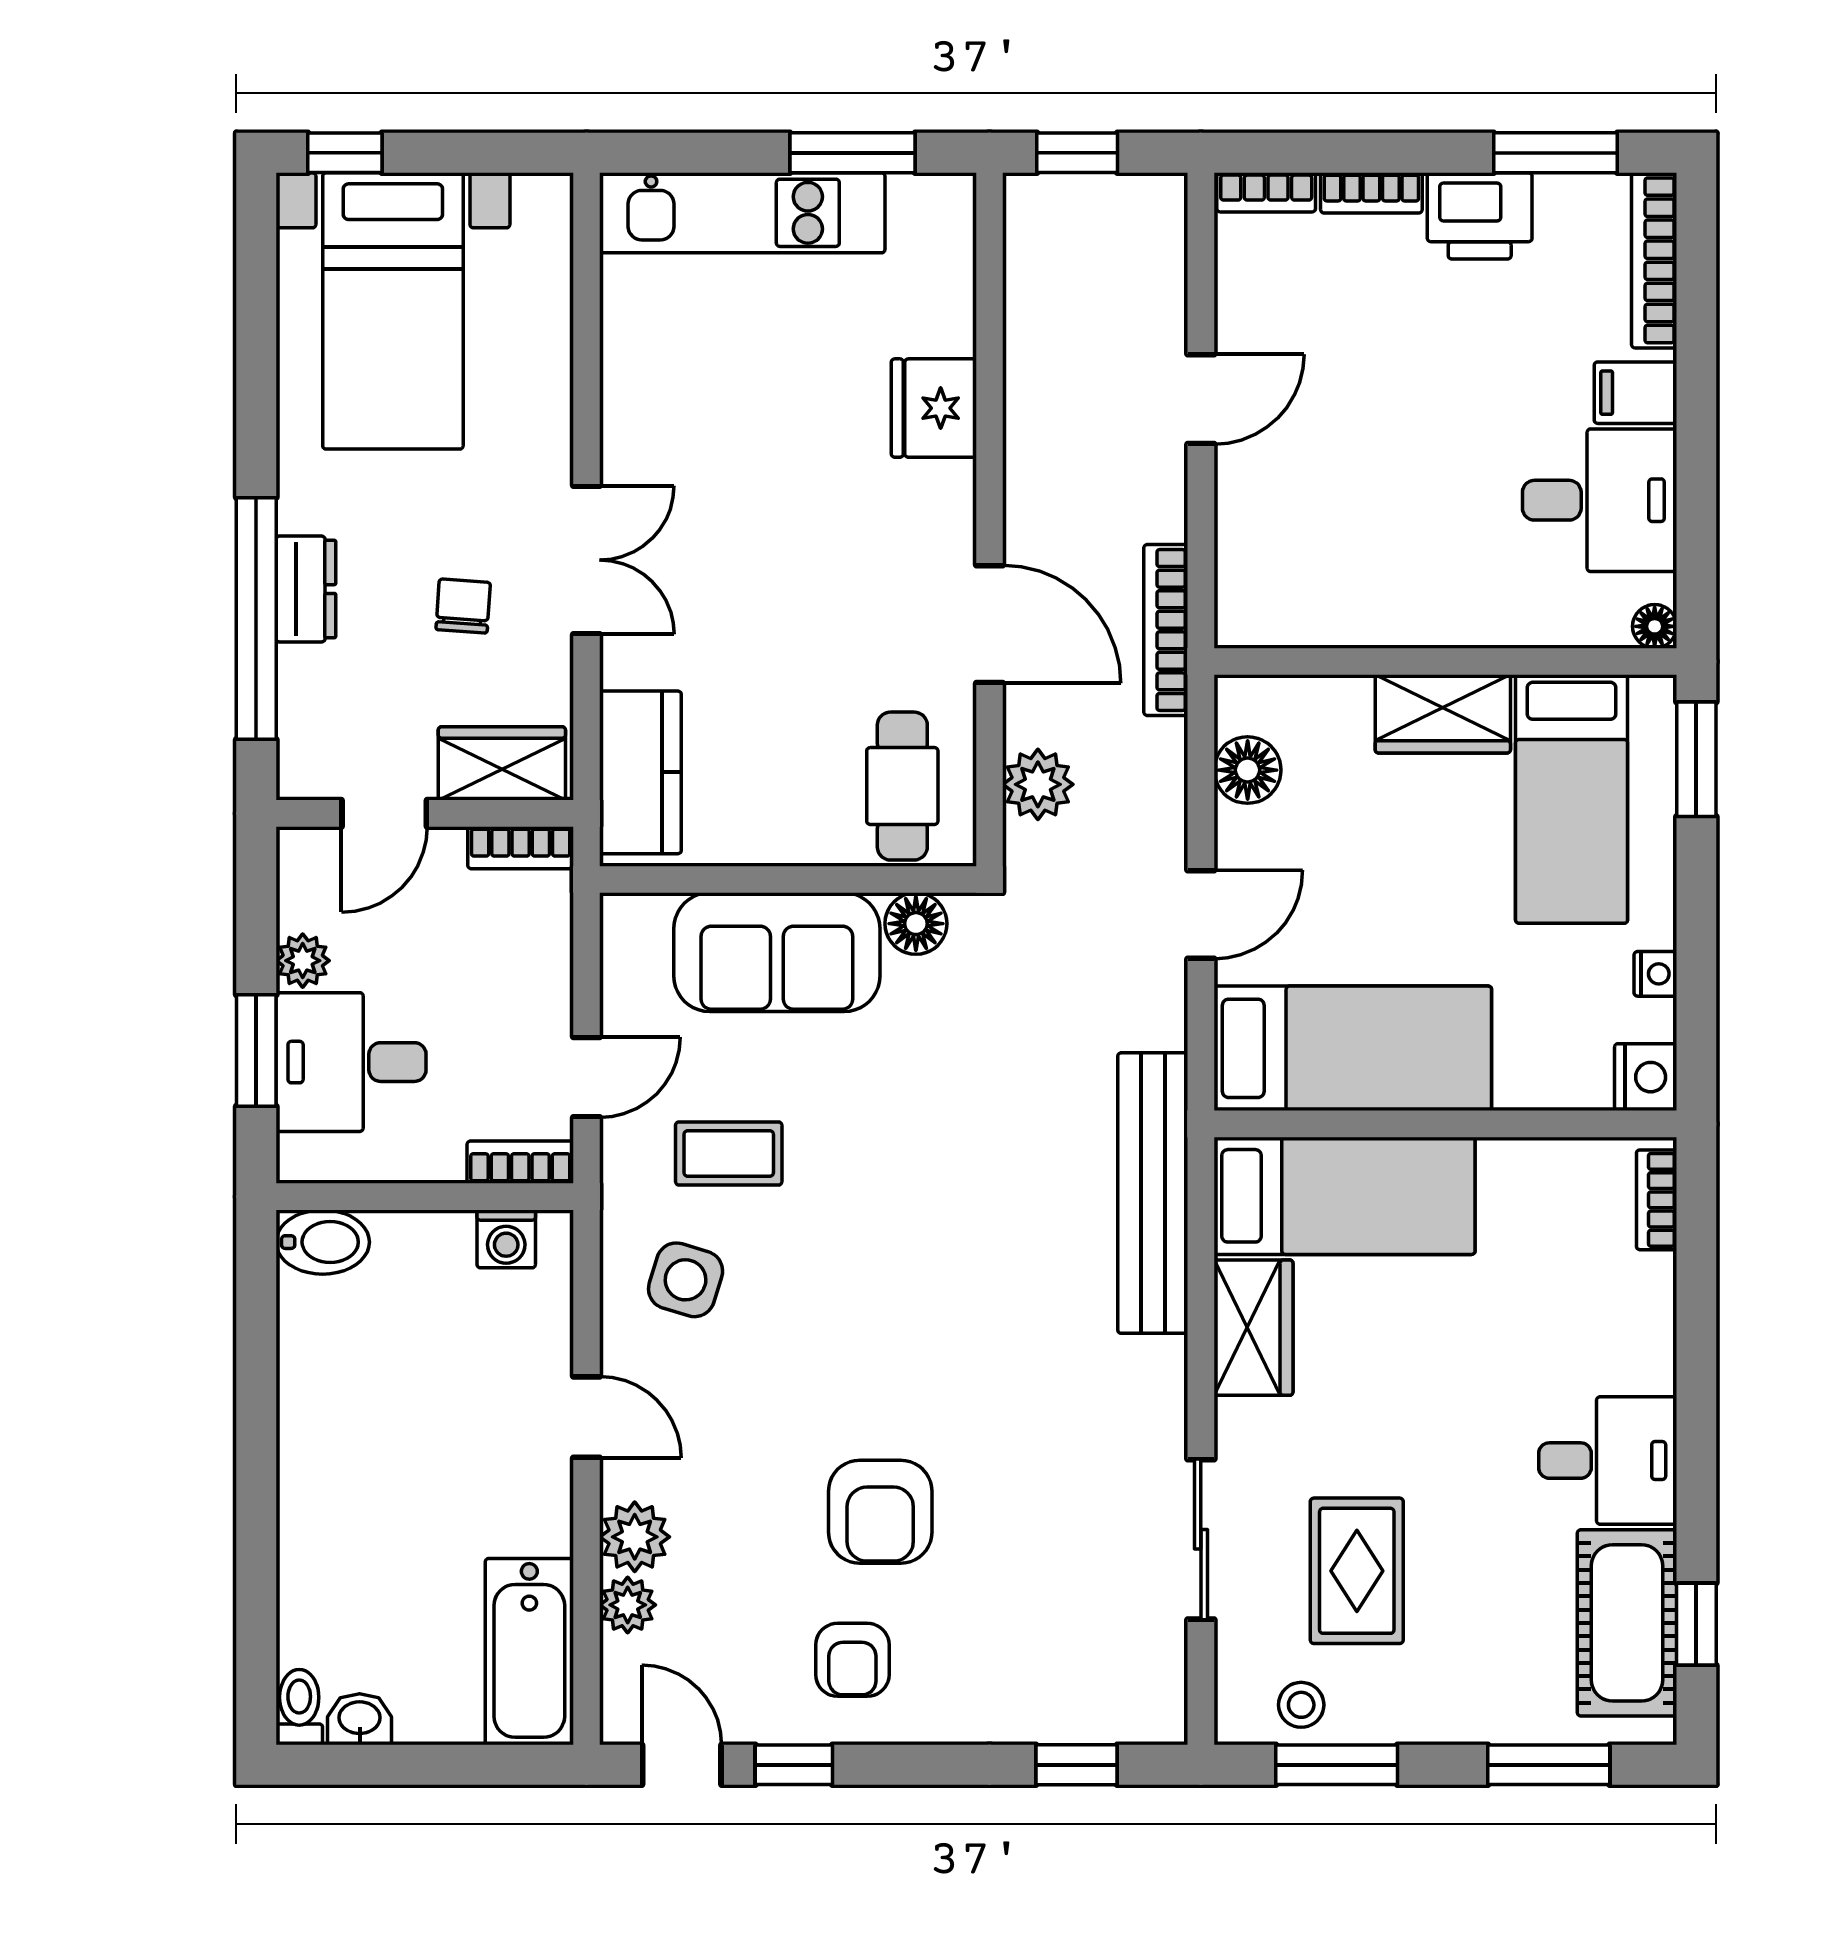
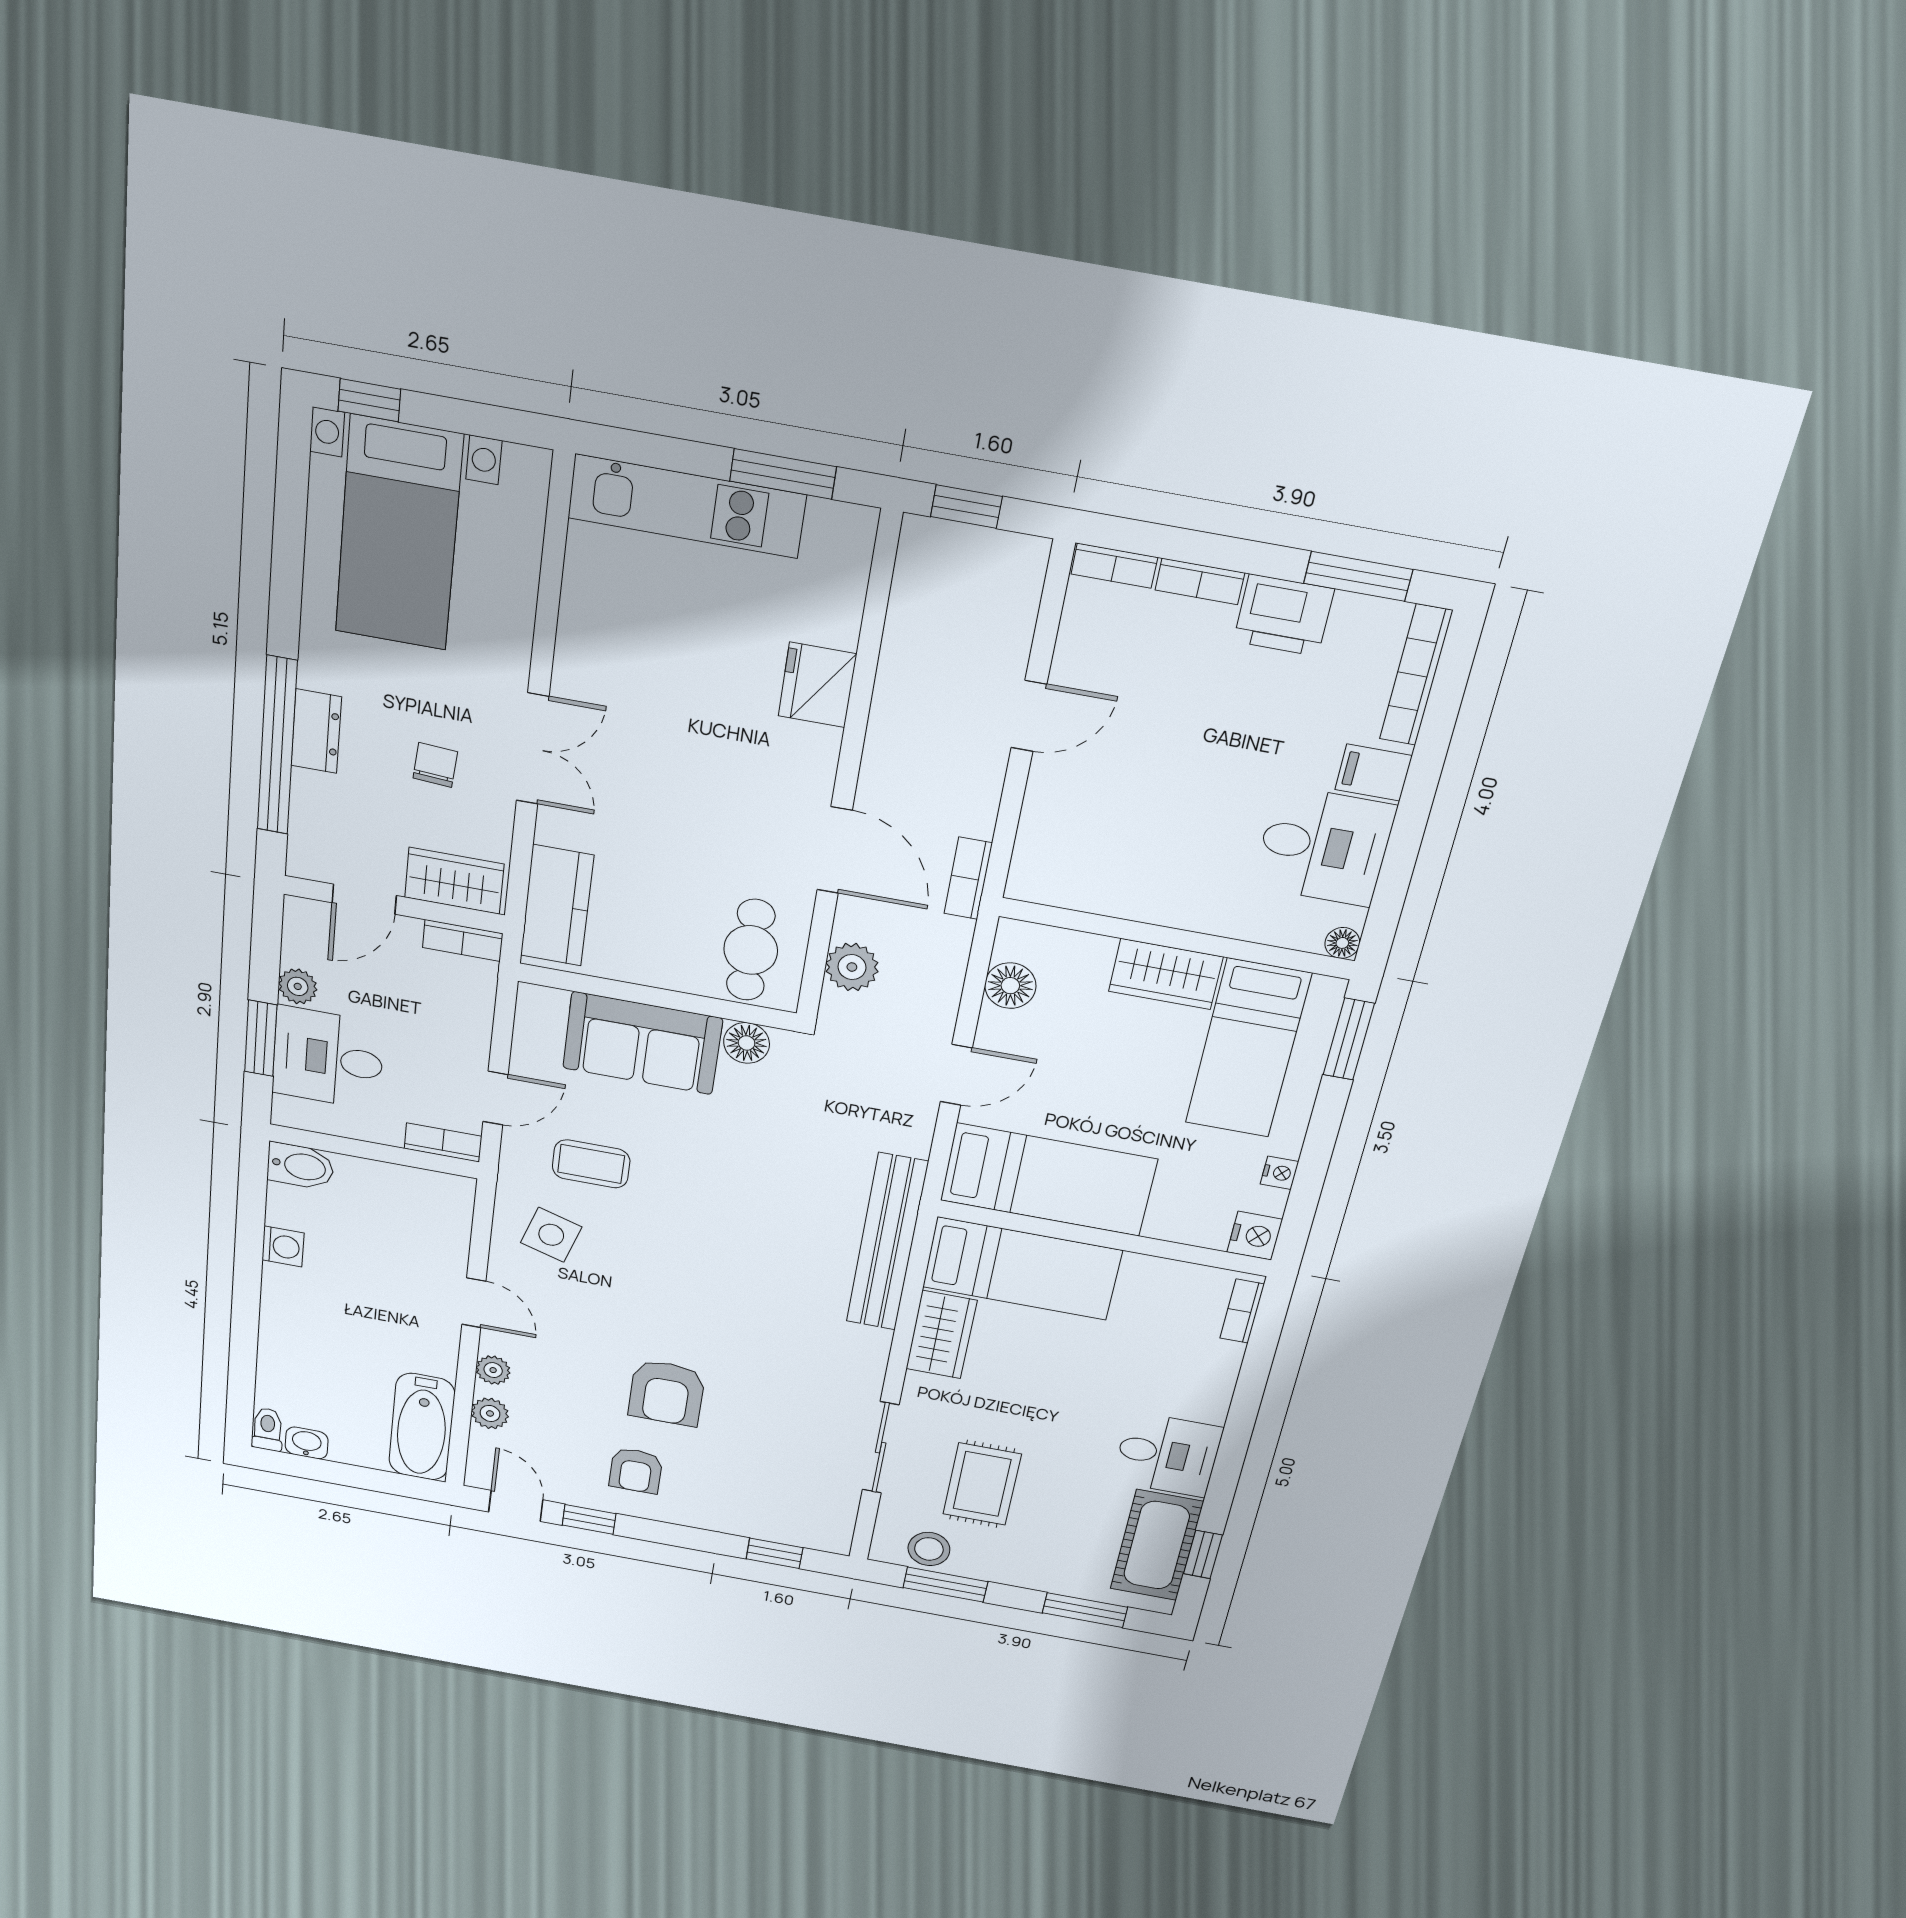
bookcase: (1166, 630) -> (968, 878), width x0.64
washing machine: (506, 1239) -> (283, 1246), moved, turned -90
plant: (635, 1537) -> (493, 1370), width x0.73, depth x0.73
stool: (1301, 1705) -> (929, 1549), width x1.37, depth x1.37

